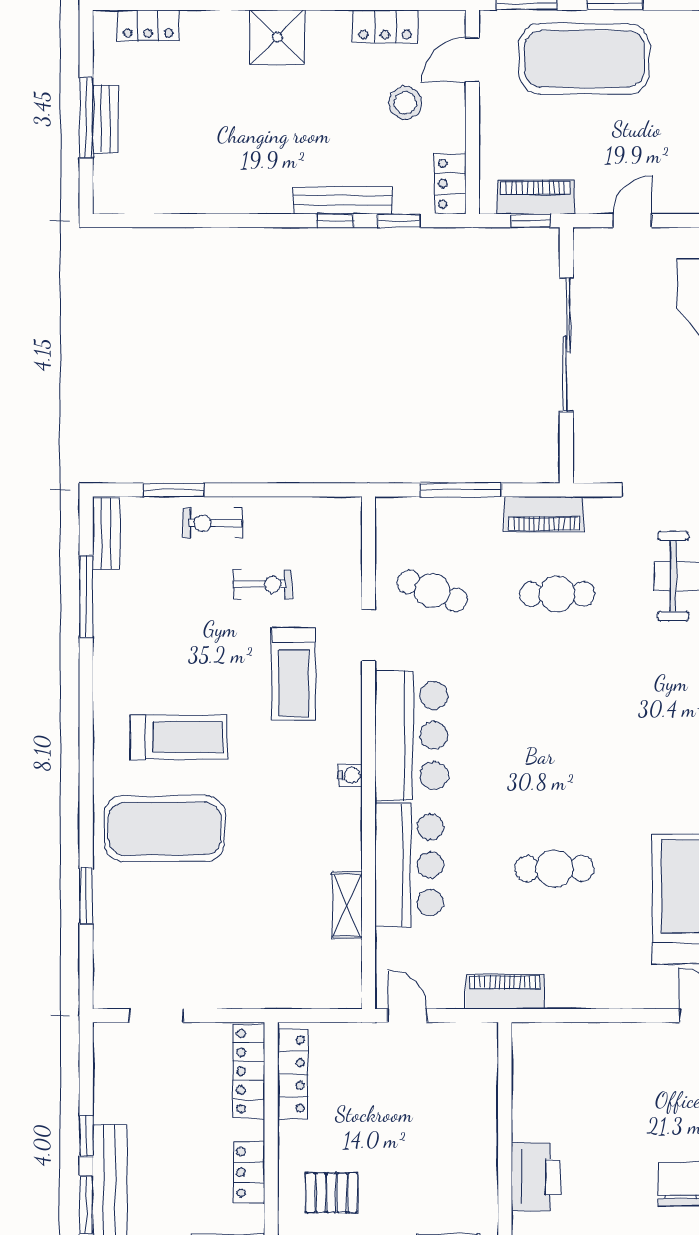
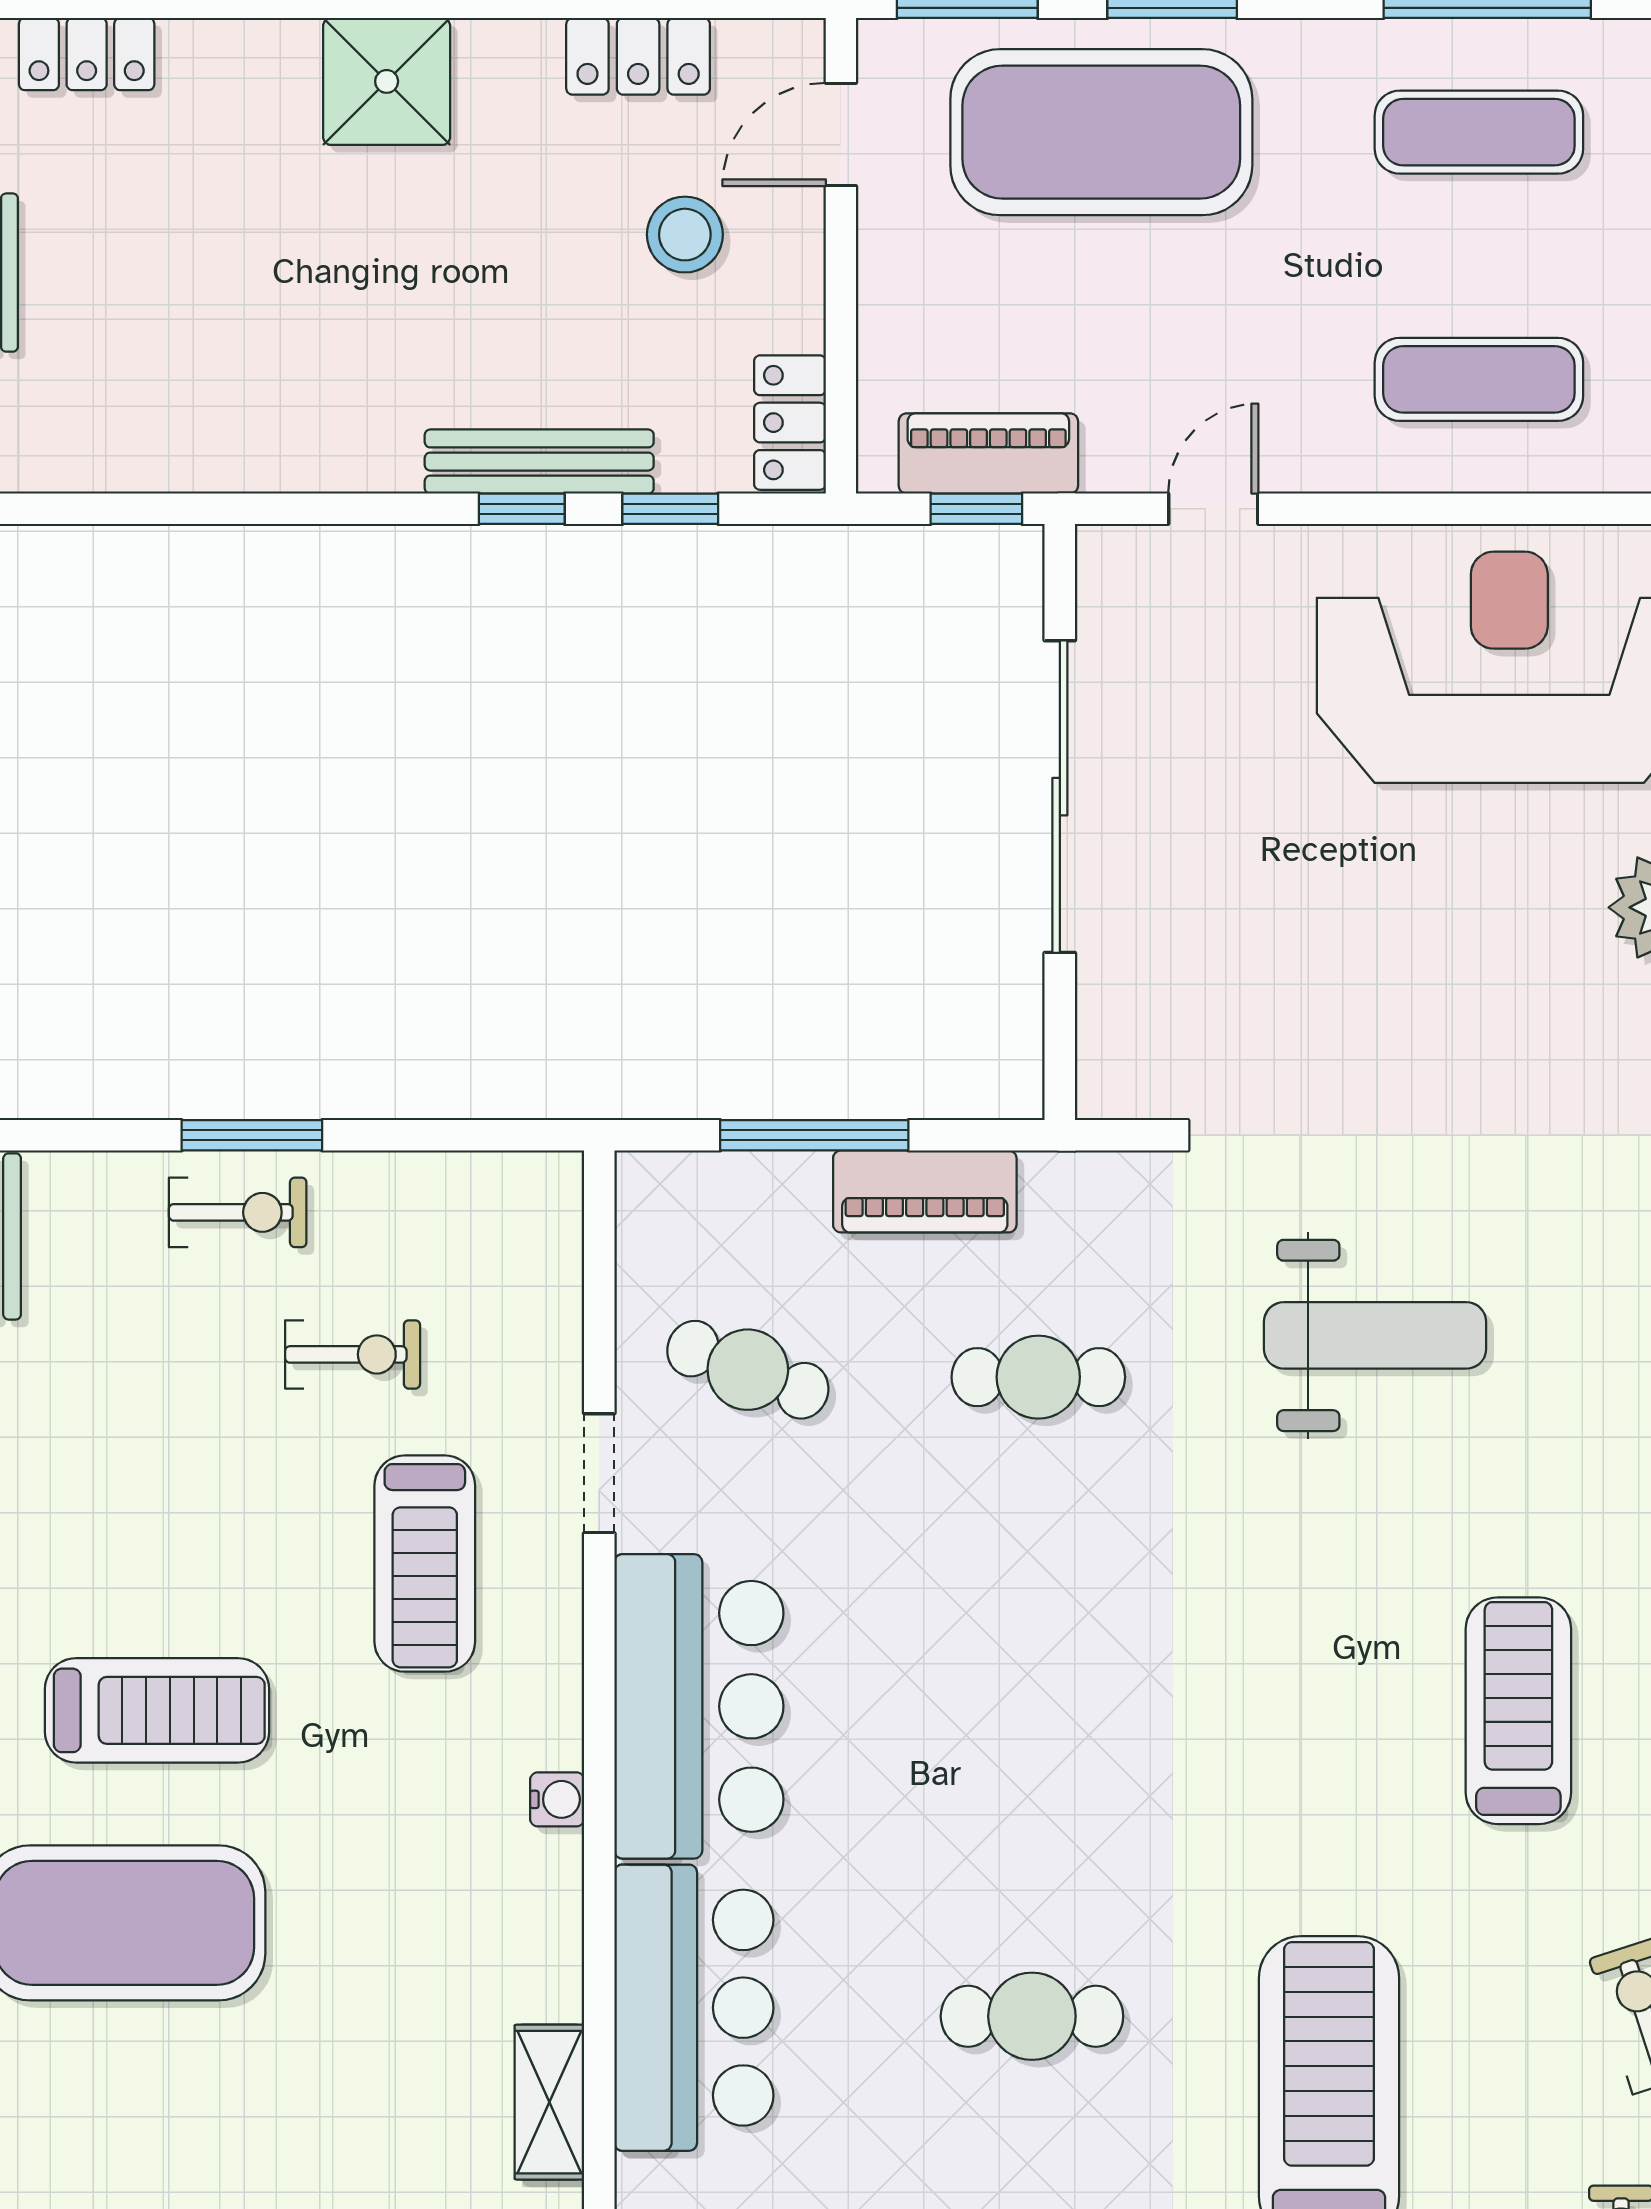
window: (174, 490) -> (252, 1135), moved
piano: (544, 514) -> (925, 1191), moved
exercise bike: (213, 523) -> (238, 1212), turned 180

